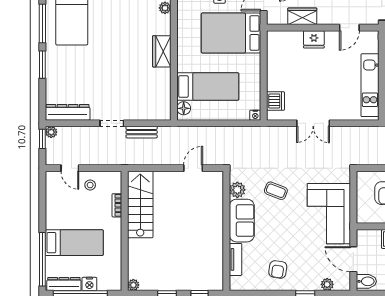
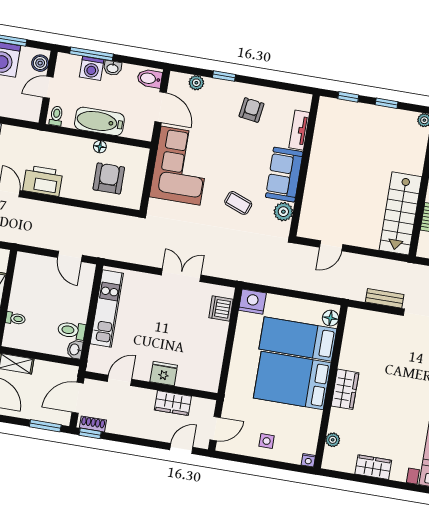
bed: (231, 33) -> (292, 380), moved, turned 180
nightstand: (255, 115) -> (252, 302), width x1.89, depth x1.79

